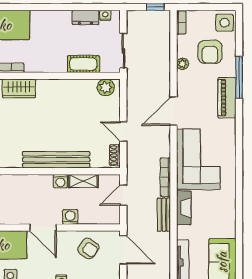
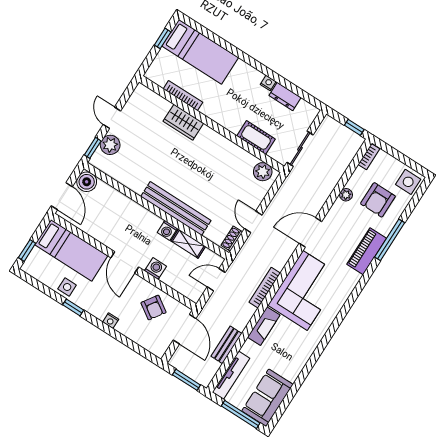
nightstand: (105, 15) -> (268, 83), moved
bench: (164, 215) -> (226, 345), moved

